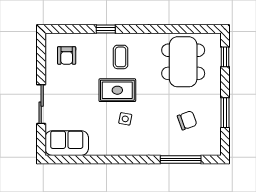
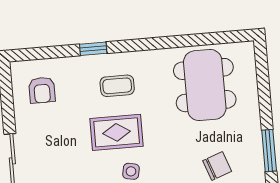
coffee table: (121, 57) -> (117, 86), turned 90
window: (225, 57) -> (262, 73), removed

